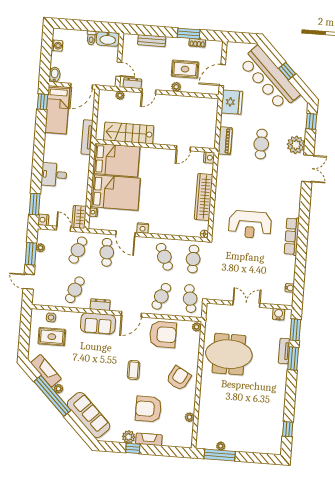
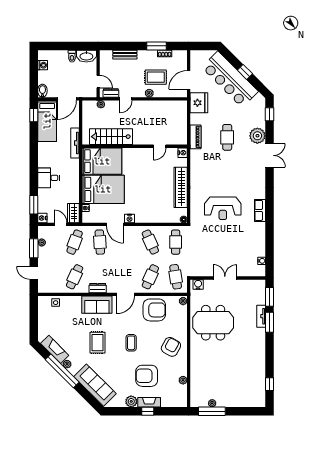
row of seats: (292, 236) -> (260, 210), width x0.68
water cooler: (279, 314) -> (198, 284), moved
rug: (52, 337) -> (97, 343), moved, turned 90
window: (133, 448) -> (148, 411), moved

